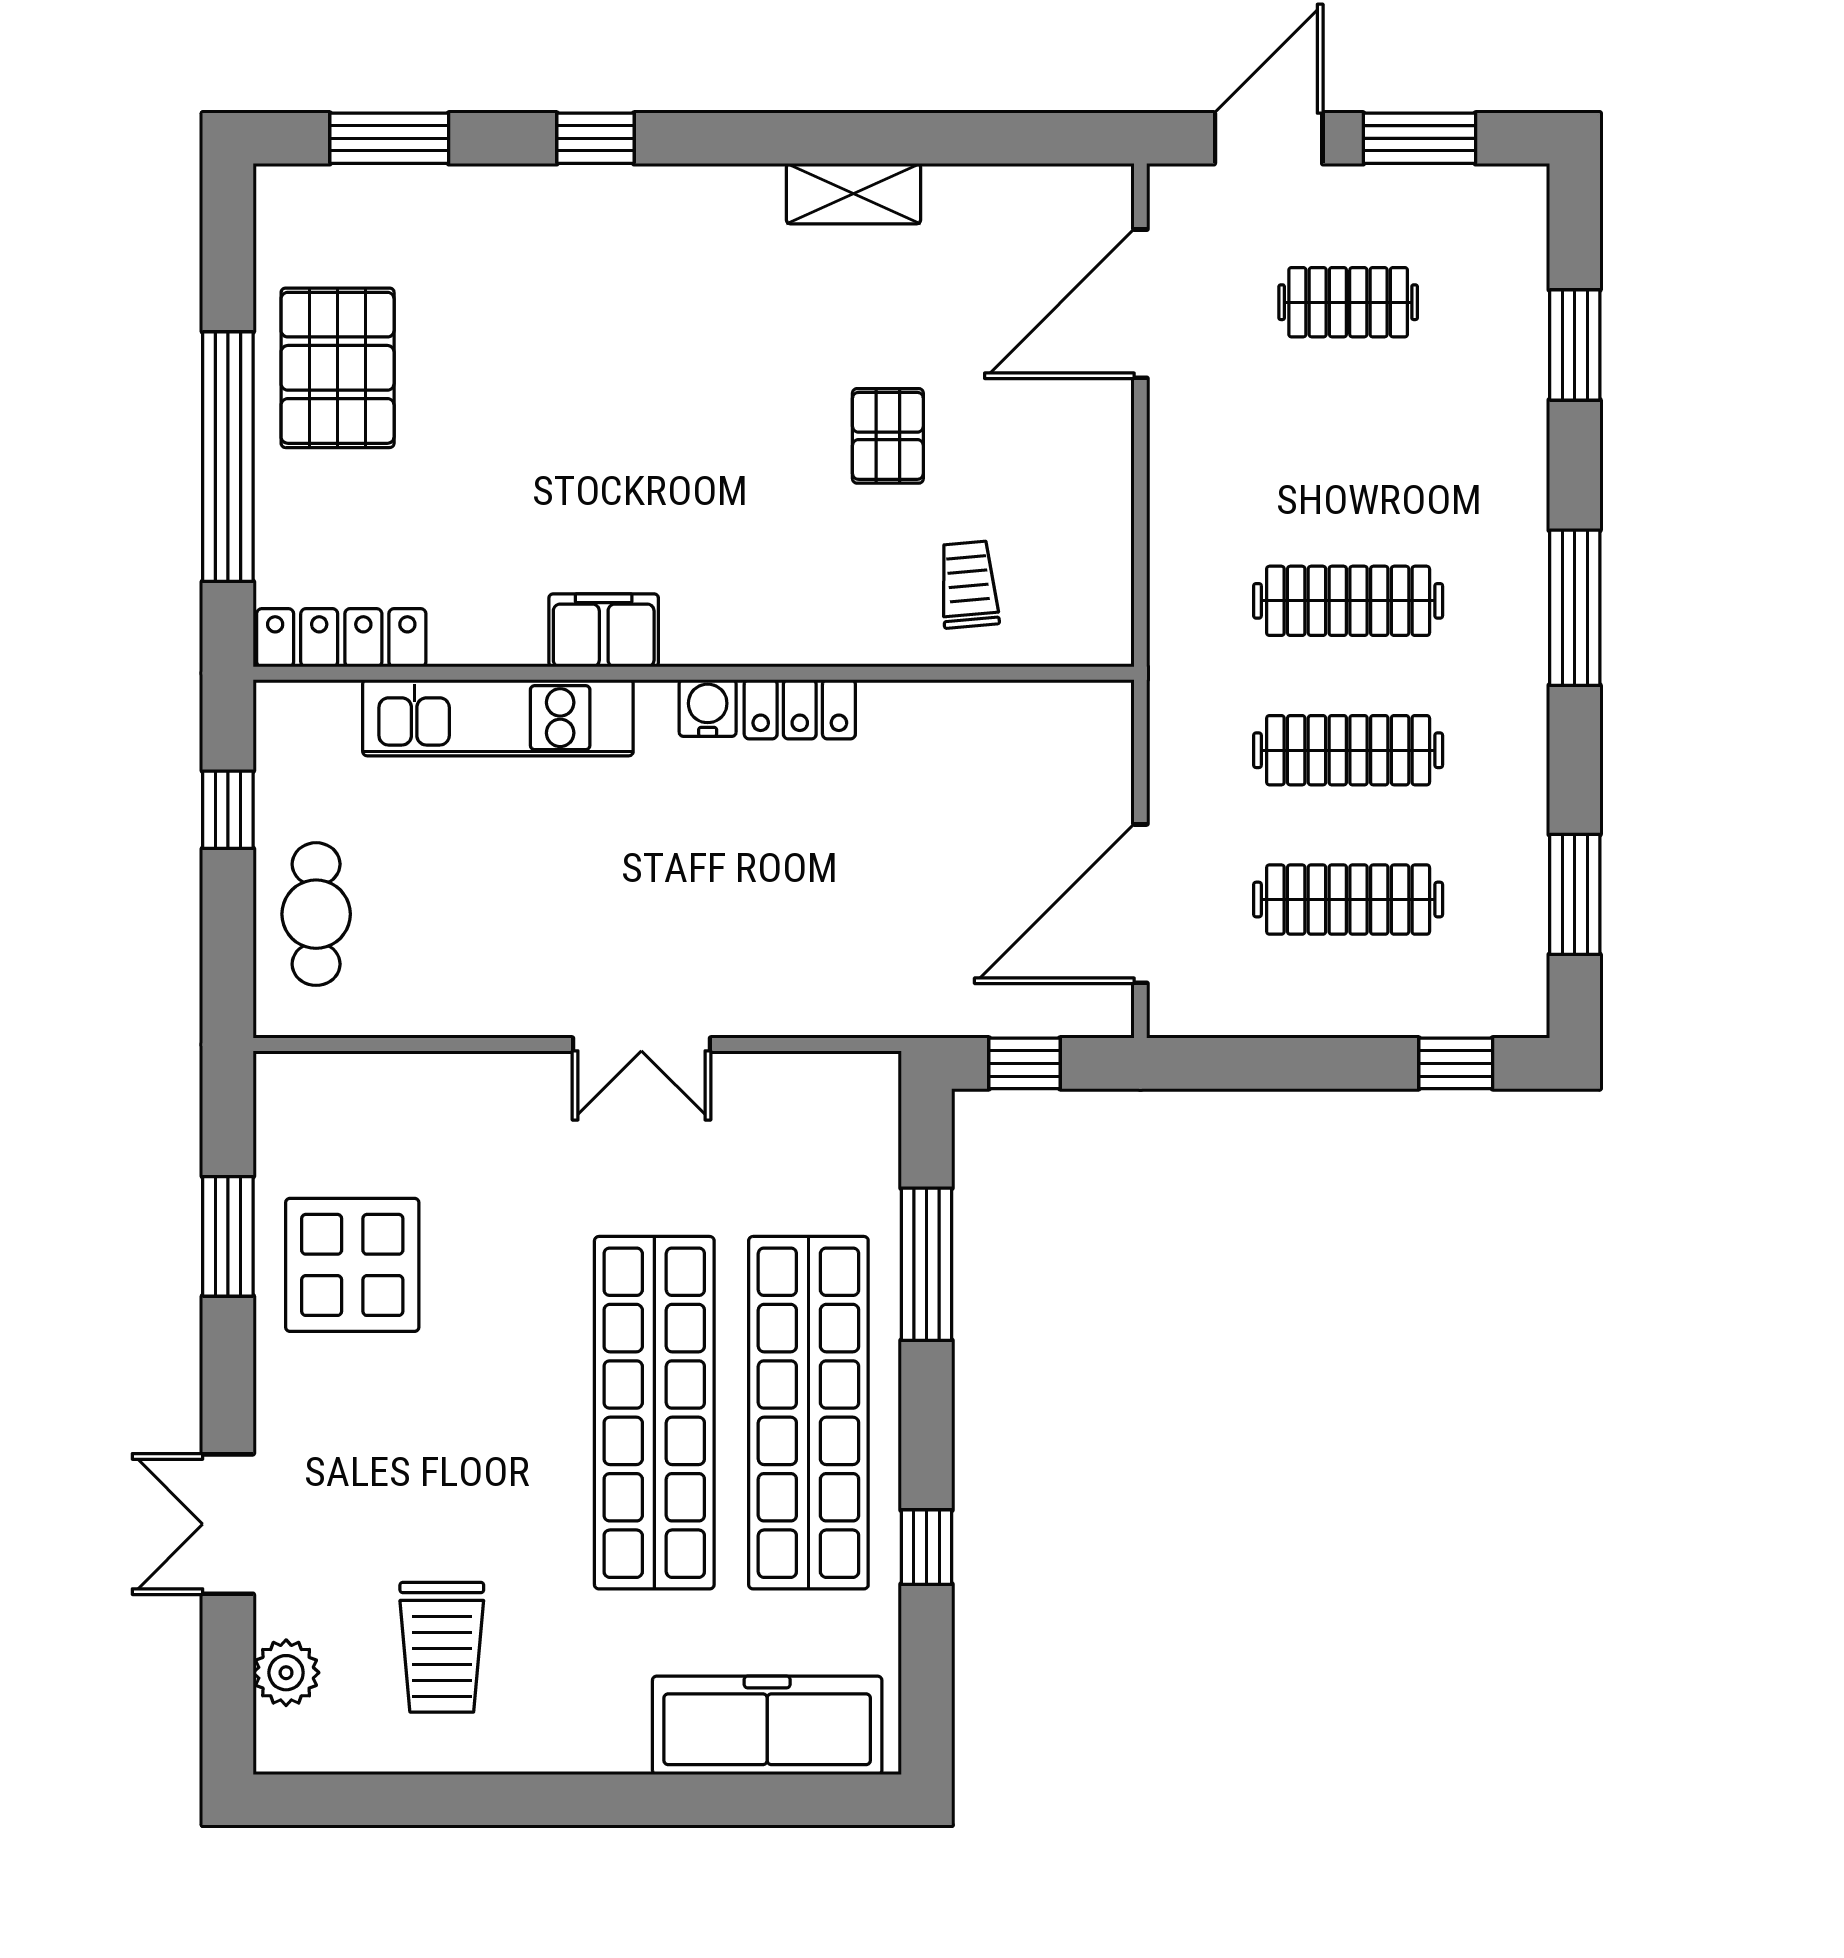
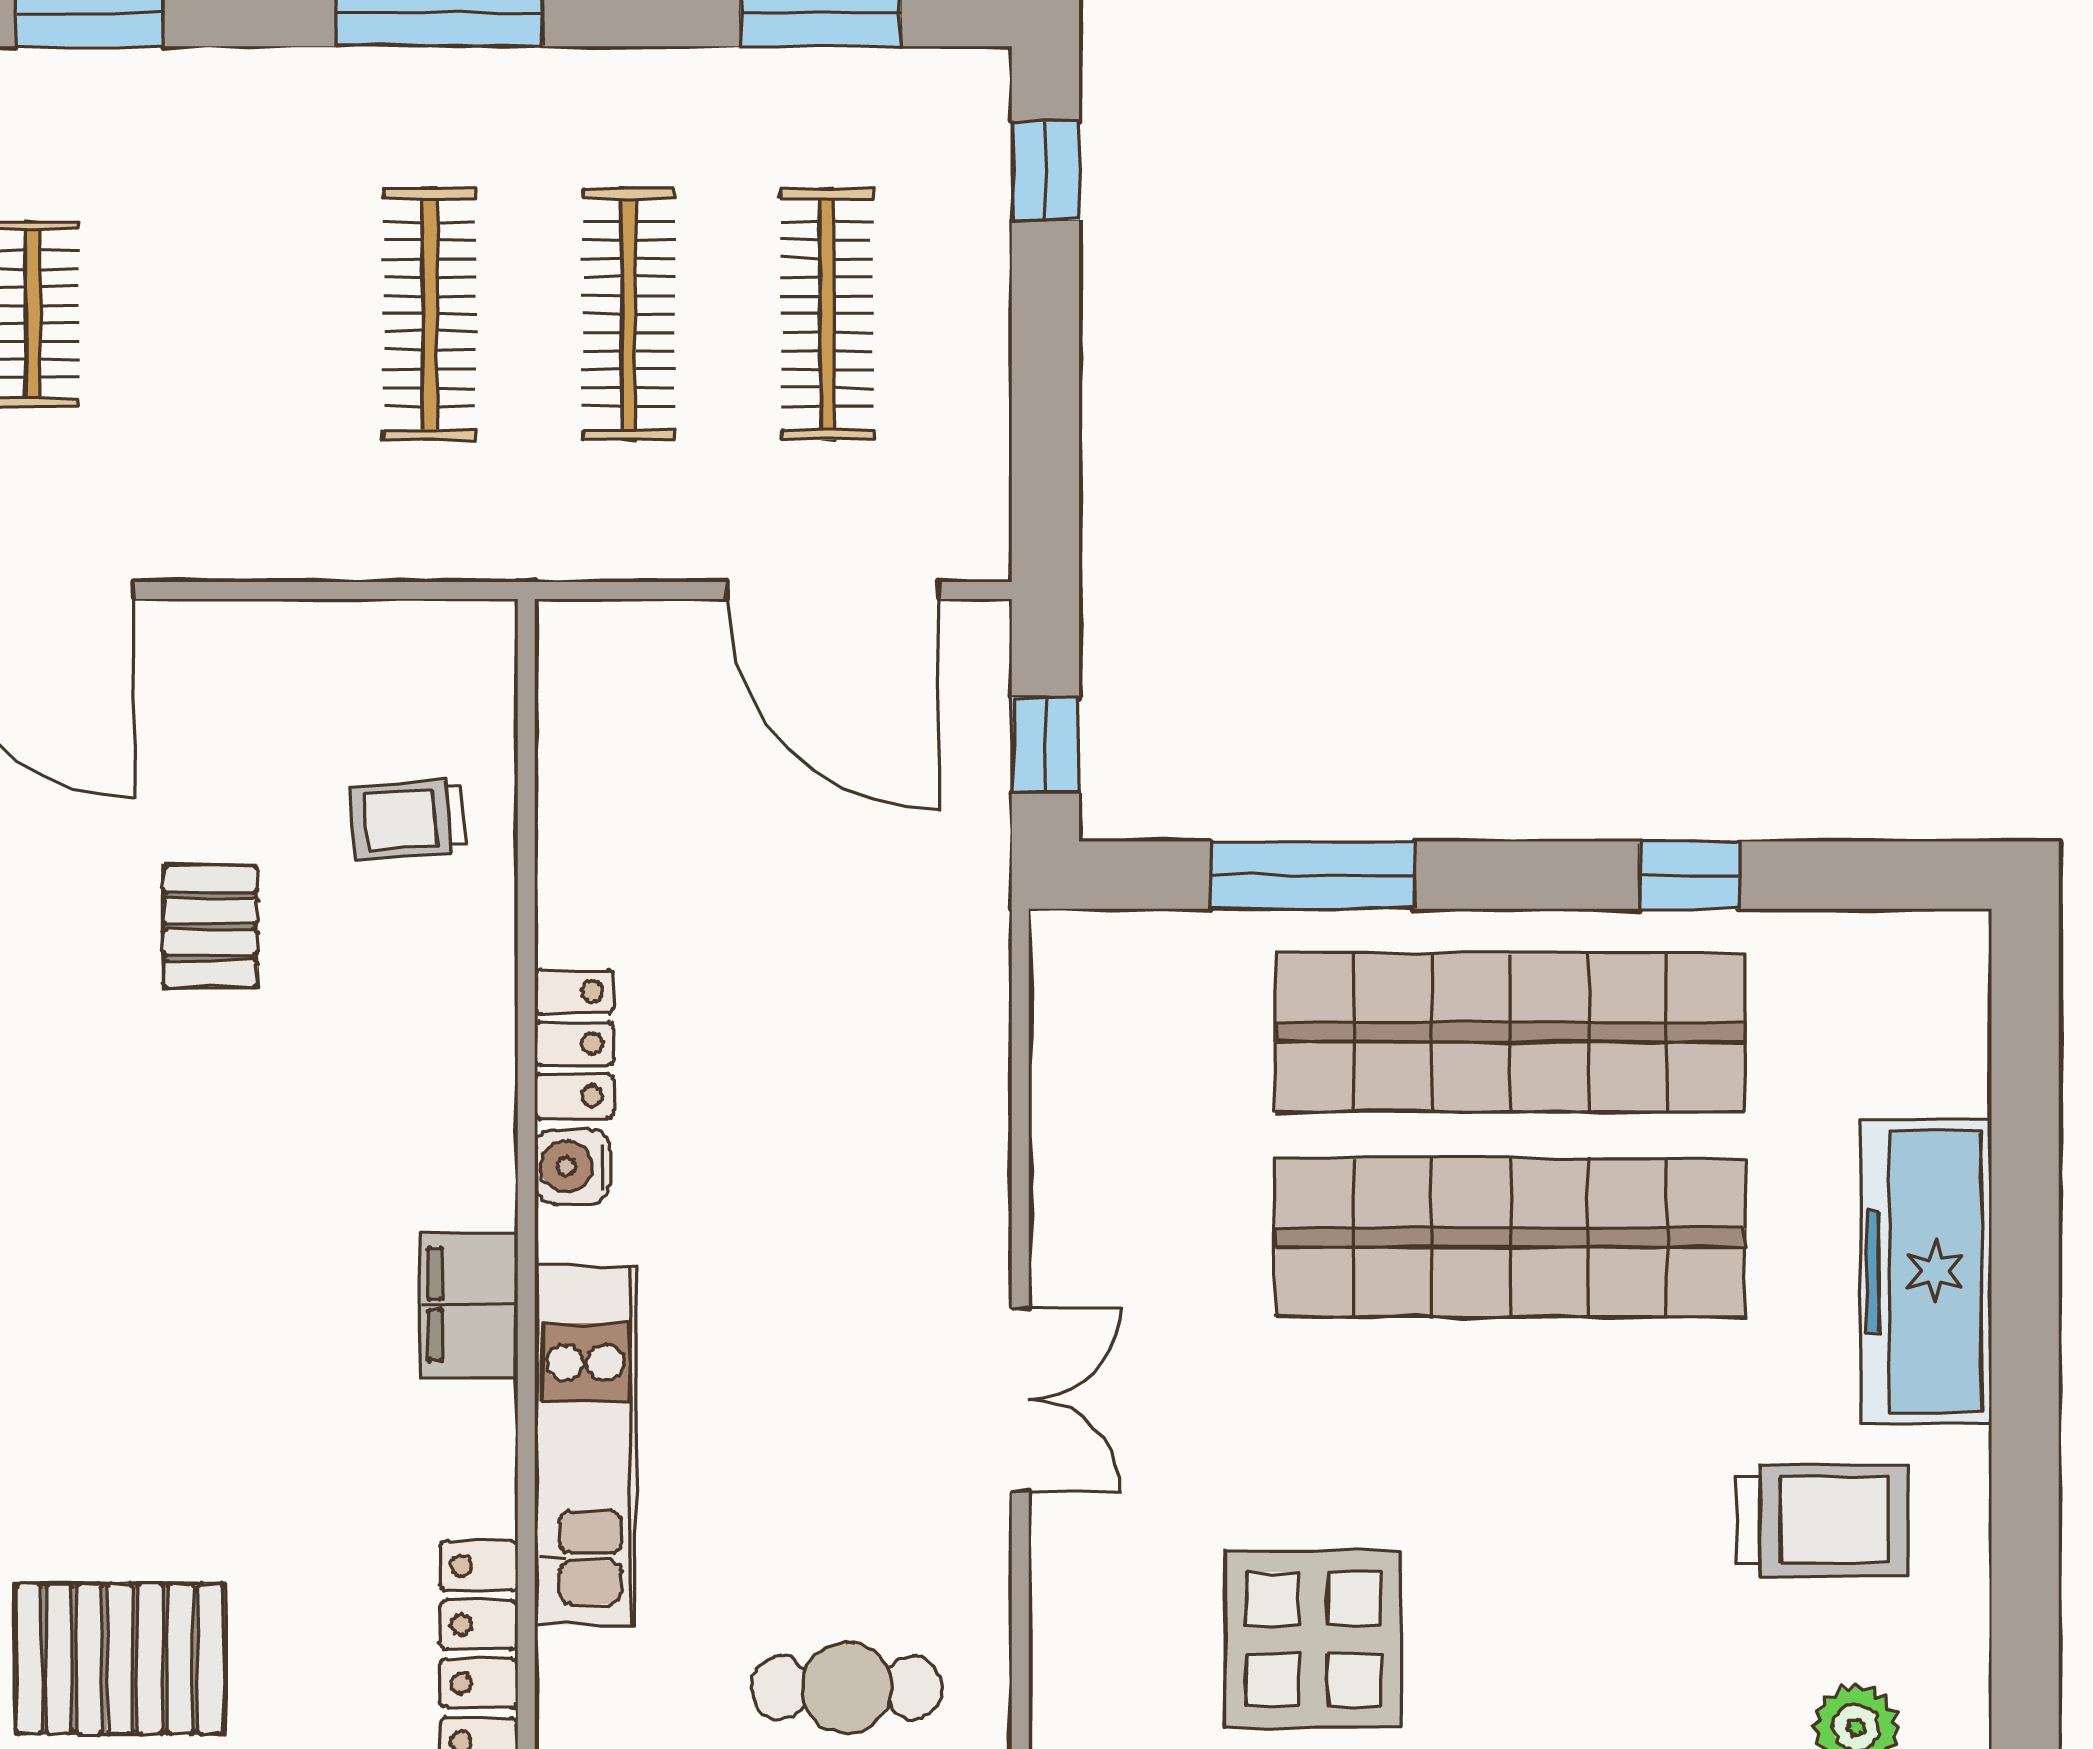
pallet: (888, 436) -> (210, 927), turned 90
double door: (641, 1045) -> (1020, 1399), moved
freezer: (767, 1725) -> (1926, 1272), moved

